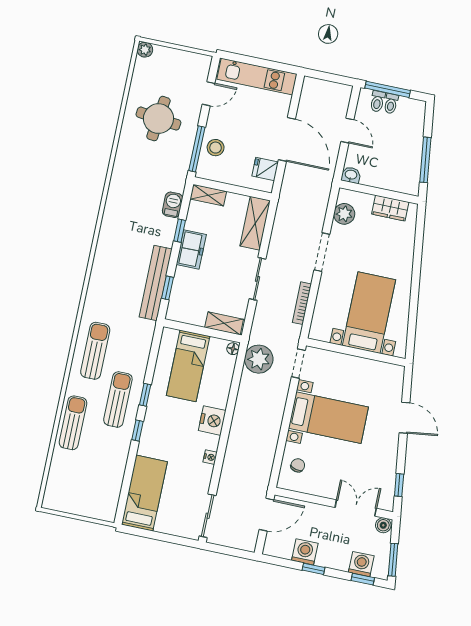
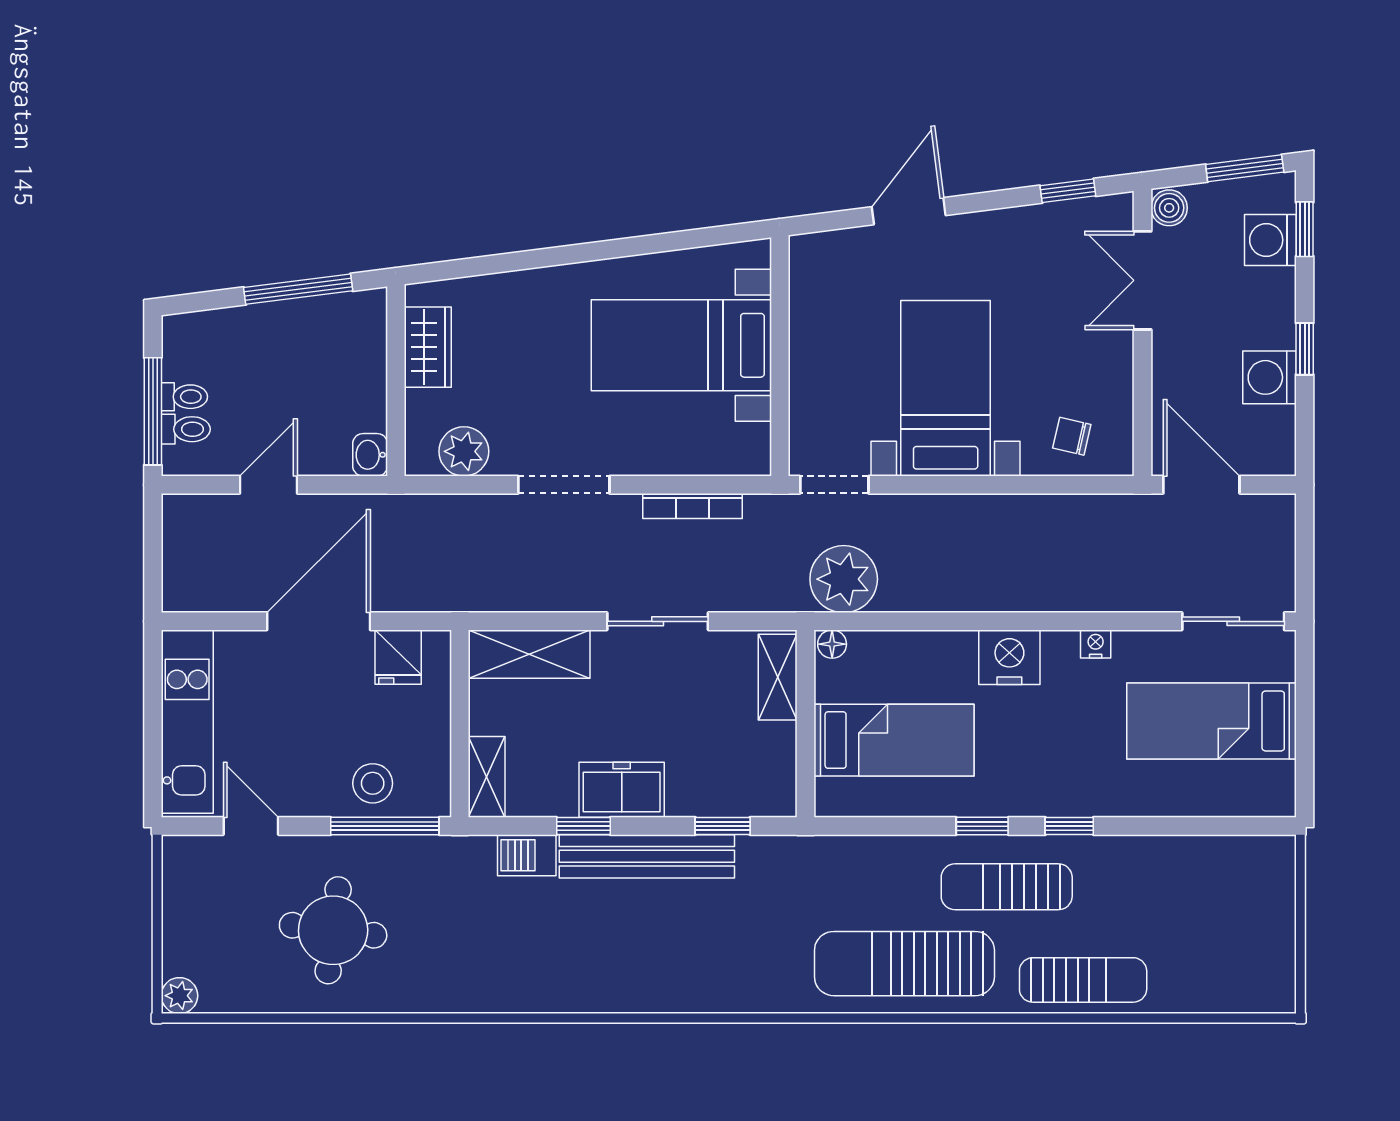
bench: (156, 283) -> (647, 856), moved
sun lounger: (95, 351) -> (904, 964), width x1.36, depth x1.34
sun lounger: (73, 423) -> (1083, 980), turned 180
bed: (144, 493) -> (1211, 721), moved

